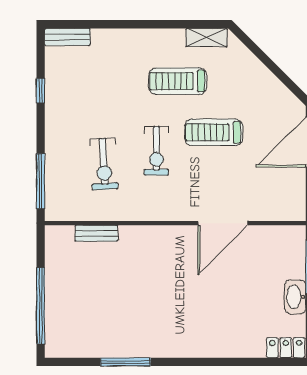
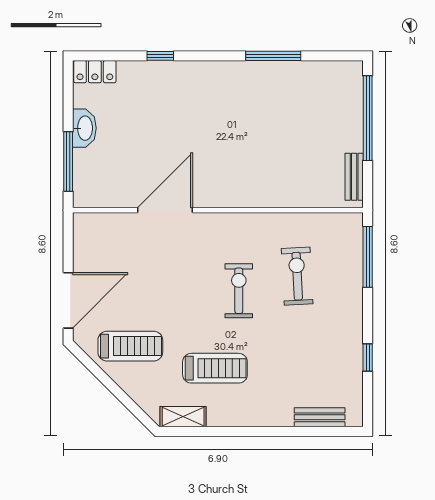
bench: (67, 37) -> (320, 417), moved
treadmill: (214, 132) -> (130, 346), moved
bench: (96, 233) -> (354, 177), moved, turned 90
window: (227, 362) -> (160, 56), added

